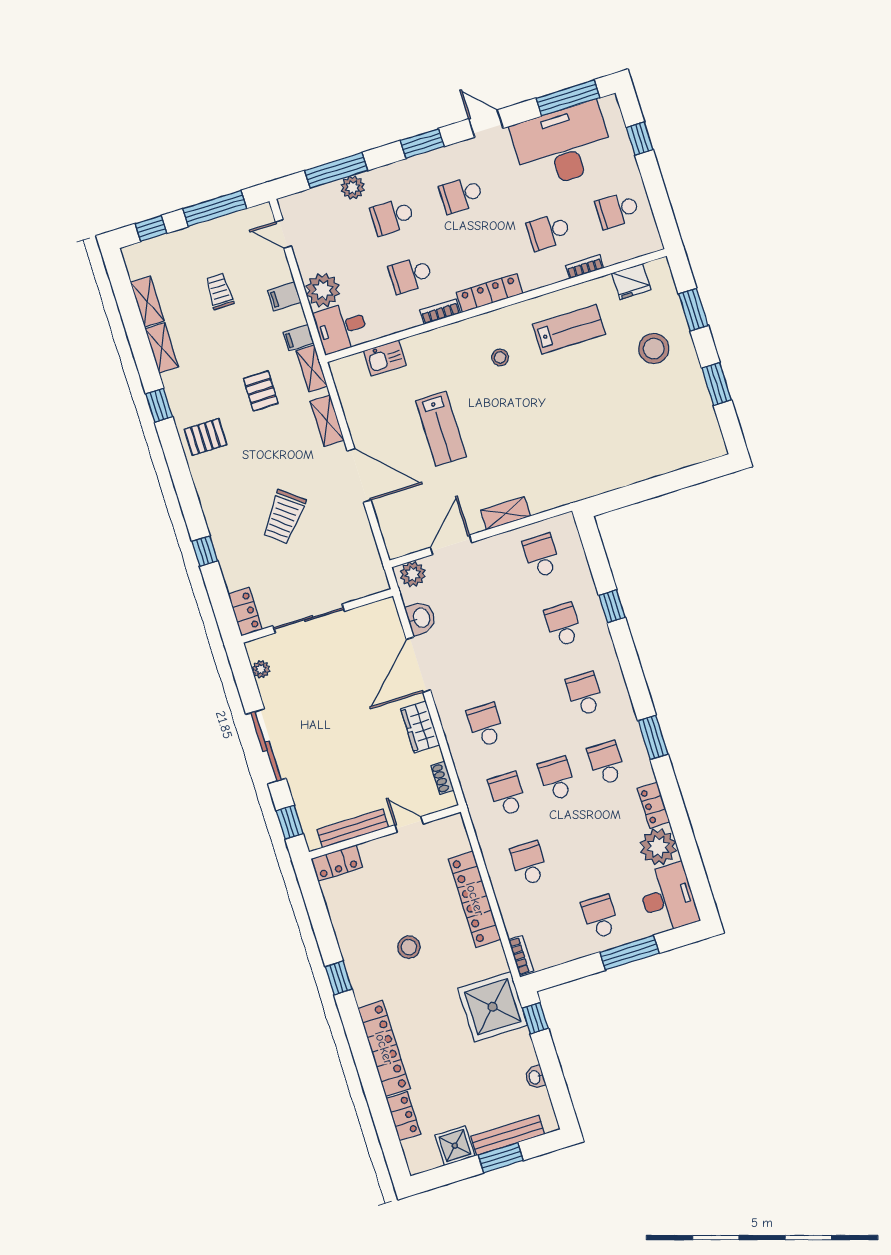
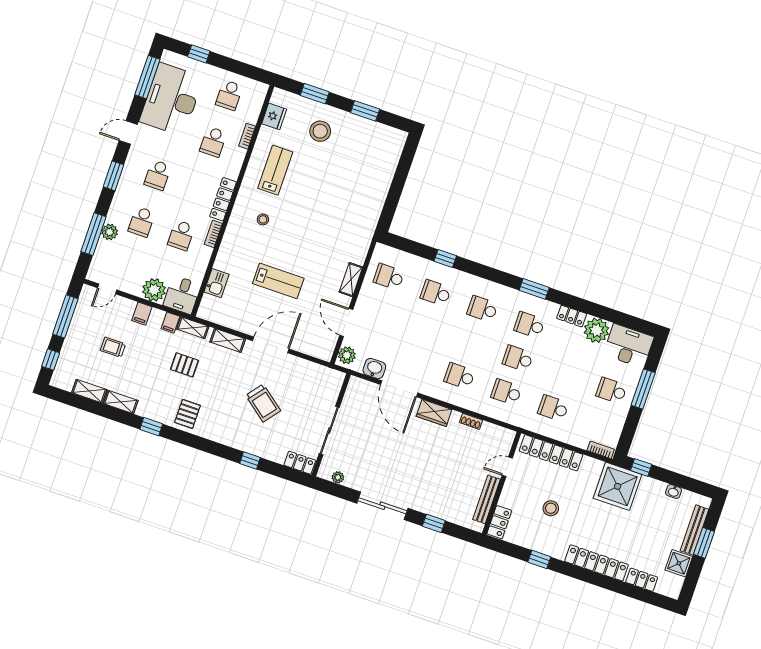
door: (409, 824) -> (507, 467), moved
bench: (353, 828) -> (487, 499), moved
wall: (385, 832) -> (502, 483), moved
locker: (337, 863) -> (499, 522), moved

